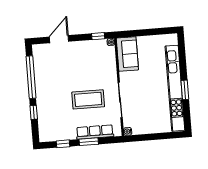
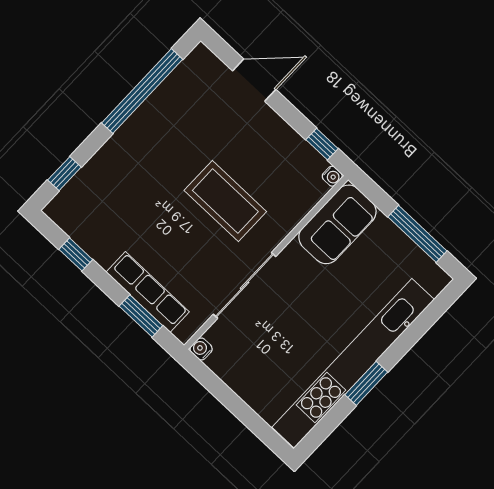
window: (153, 32) -> (417, 234), added
coffee table: (88, 99) -> (225, 201), moved
window: (34, 112) -> (64, 174), moved
window: (89, 142) -> (141, 316), moved

